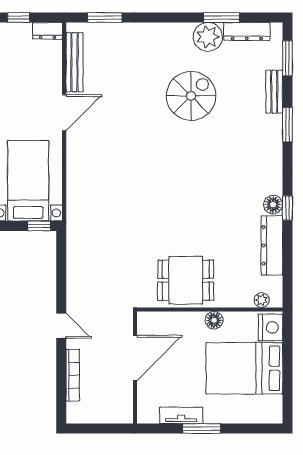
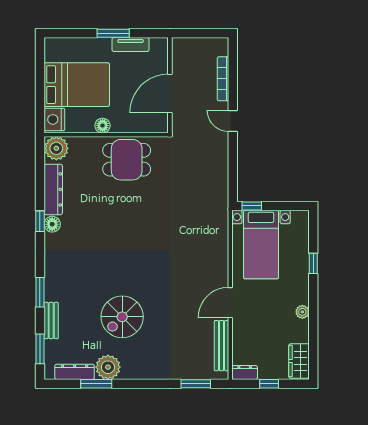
plant: (262, 300) -> (56, 148), width x1.88, depth x1.88

